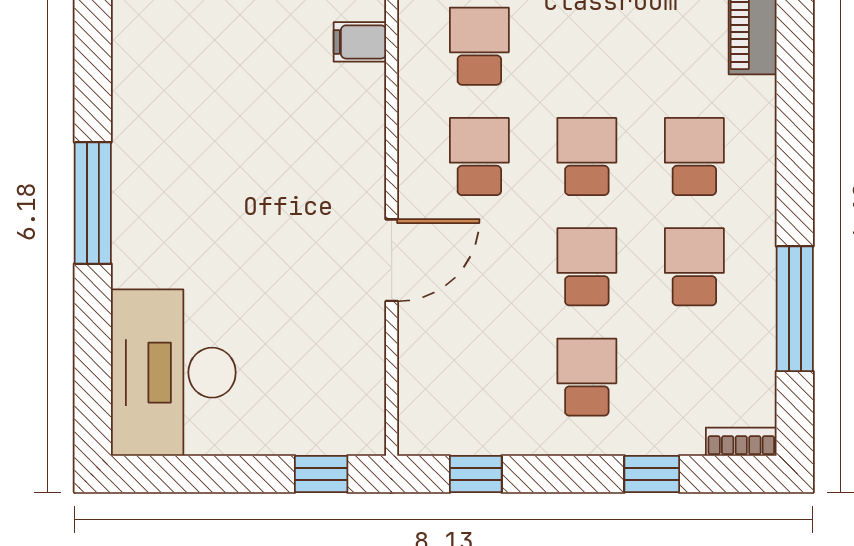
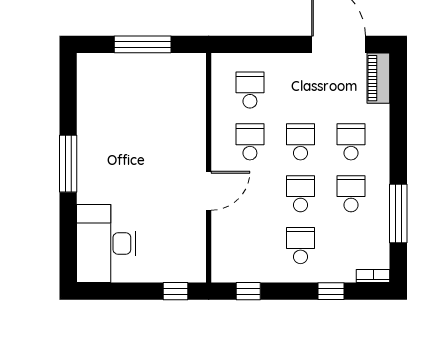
filing cabinet: (360, 42) -> (194, 88), removed

